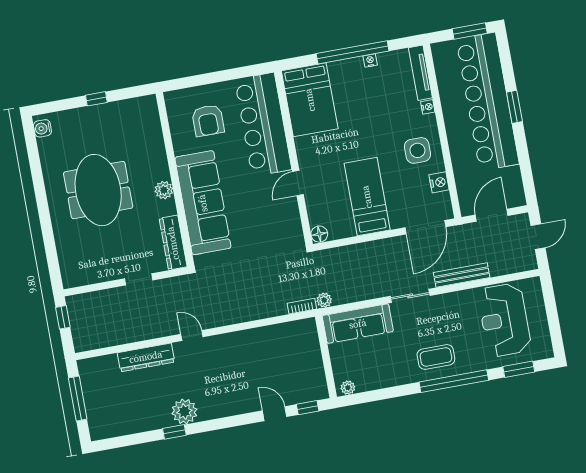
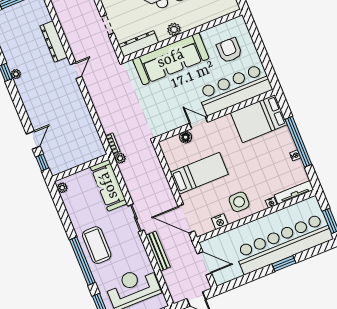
armchair: (208, 120) -> (229, 50), turned 90
floor lamp: (319, 234) -> (186, 137), moved
coffee table: (436, 357) -> (97, 245), width x1.36, depth x1.32
plant: (184, 412) -> (16, 74), width x0.53, depth x0.53

